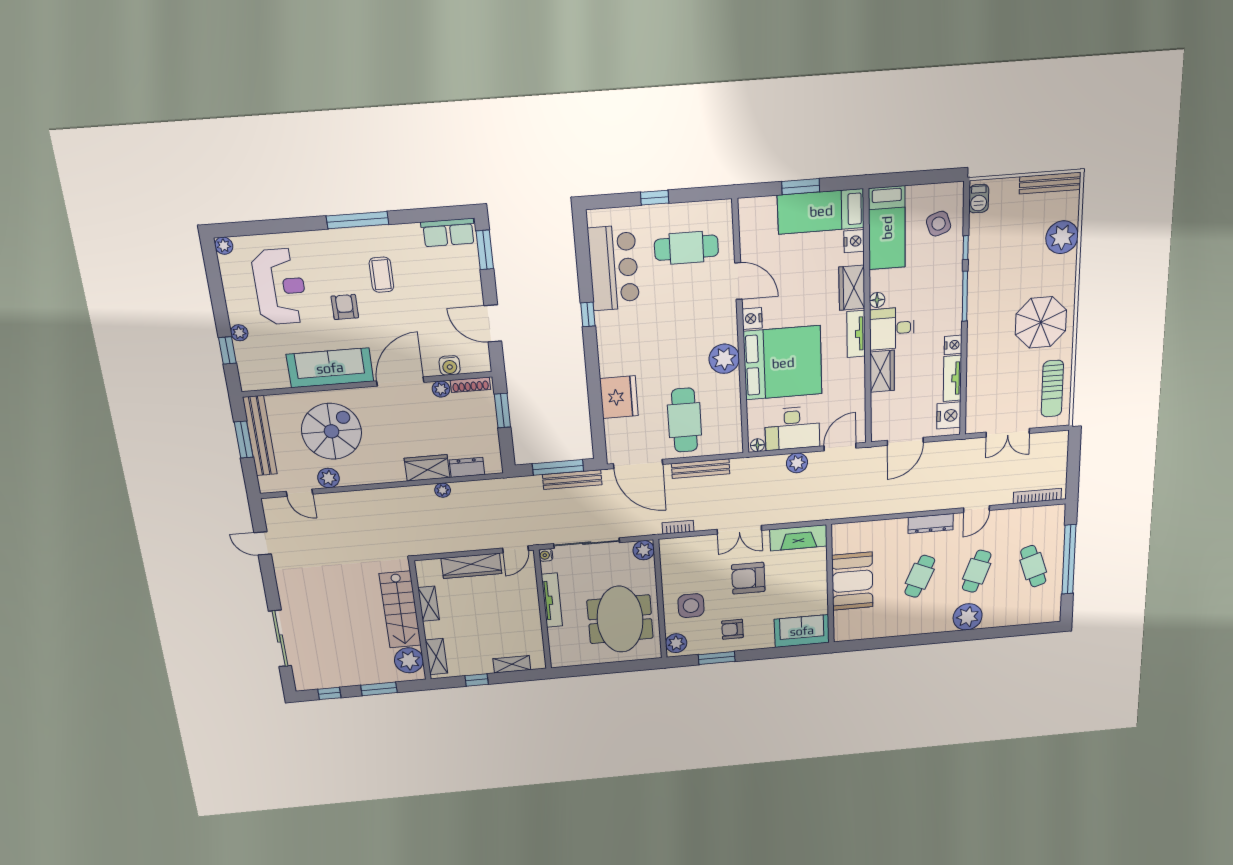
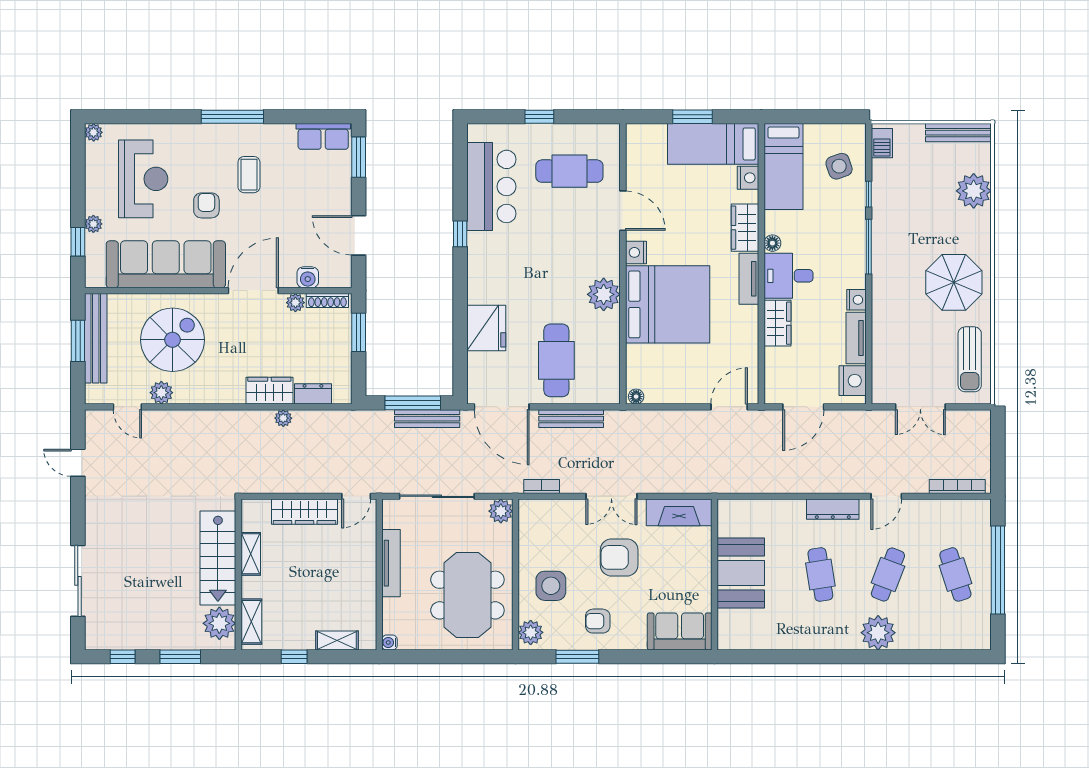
sofa: (330, 368) -> (166, 264), width x1.36, depth x1.27
desk: (792, 428) -> (676, 380), removed
plant: (797, 463) -> (680, 421), removed
water cooler: (546, 555) -> (389, 642), moved
cafe table: (920, 576) -> (820, 574), turned -33

